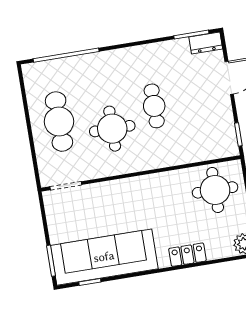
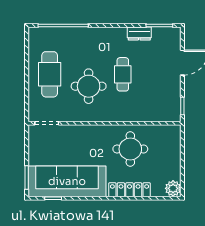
dresser: (206, 43) -> (139, 34), moved
round table: (215, 190) -> (130, 149), moved
locker: (187, 255) -> (129, 190), width x1.53

